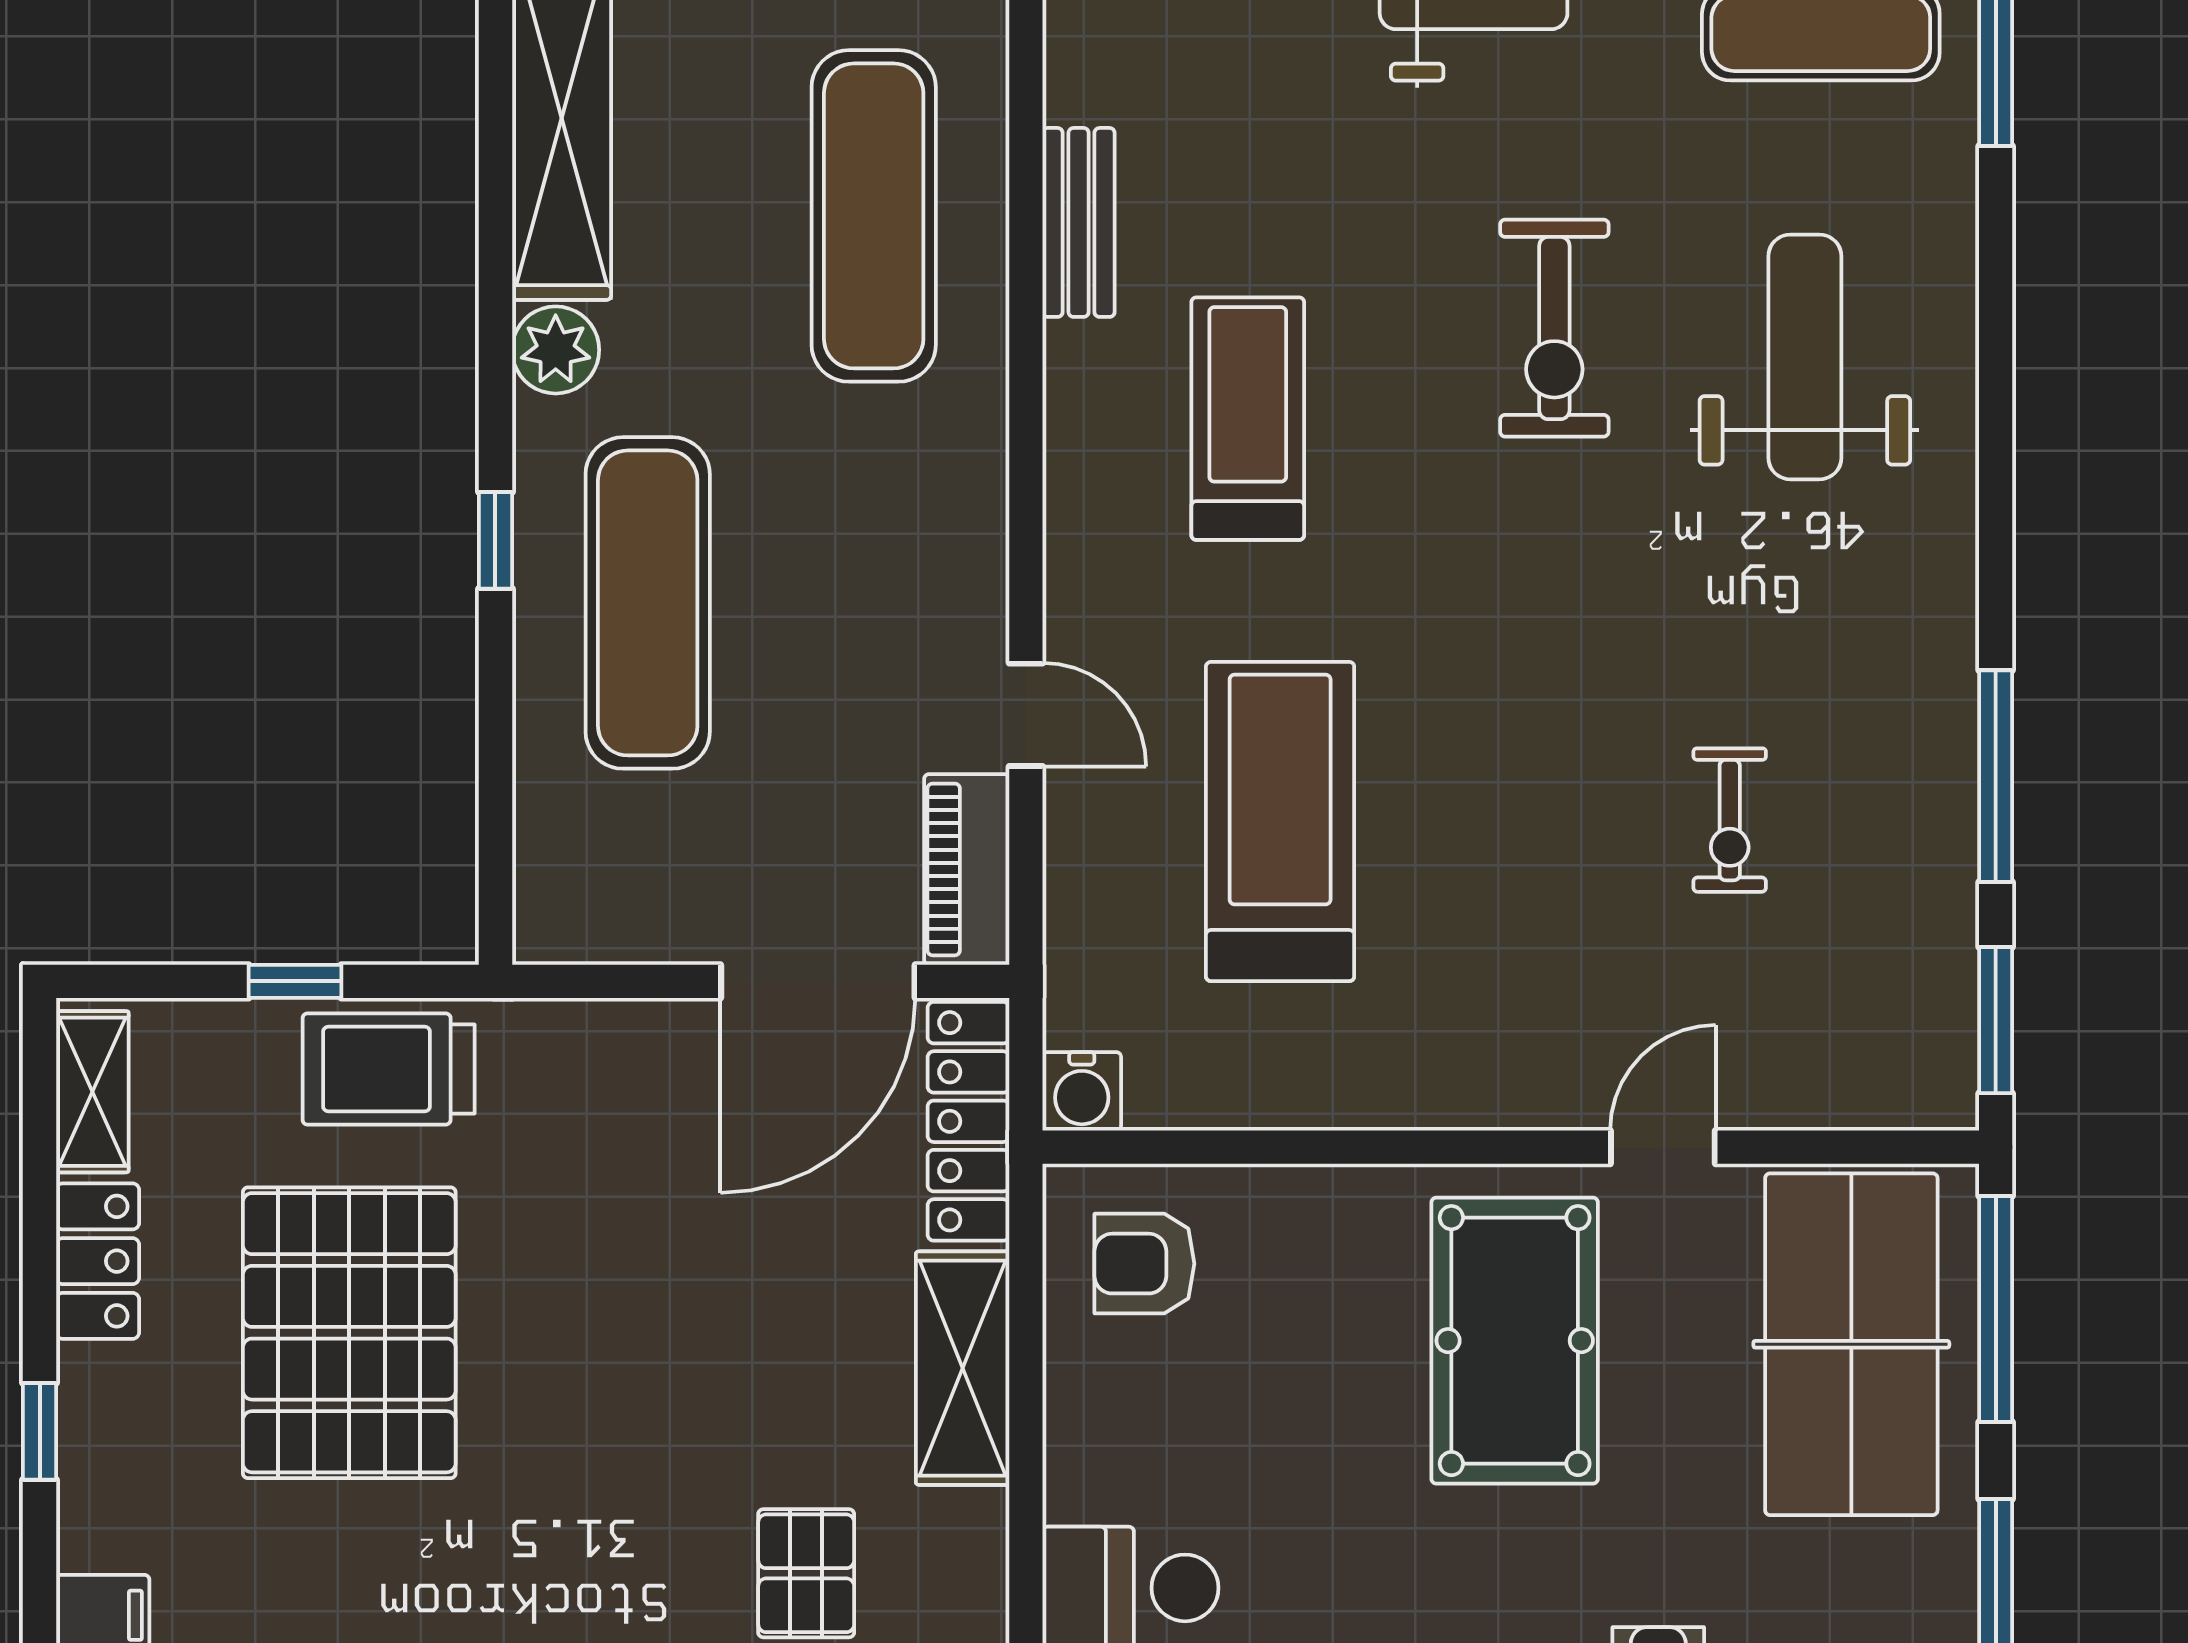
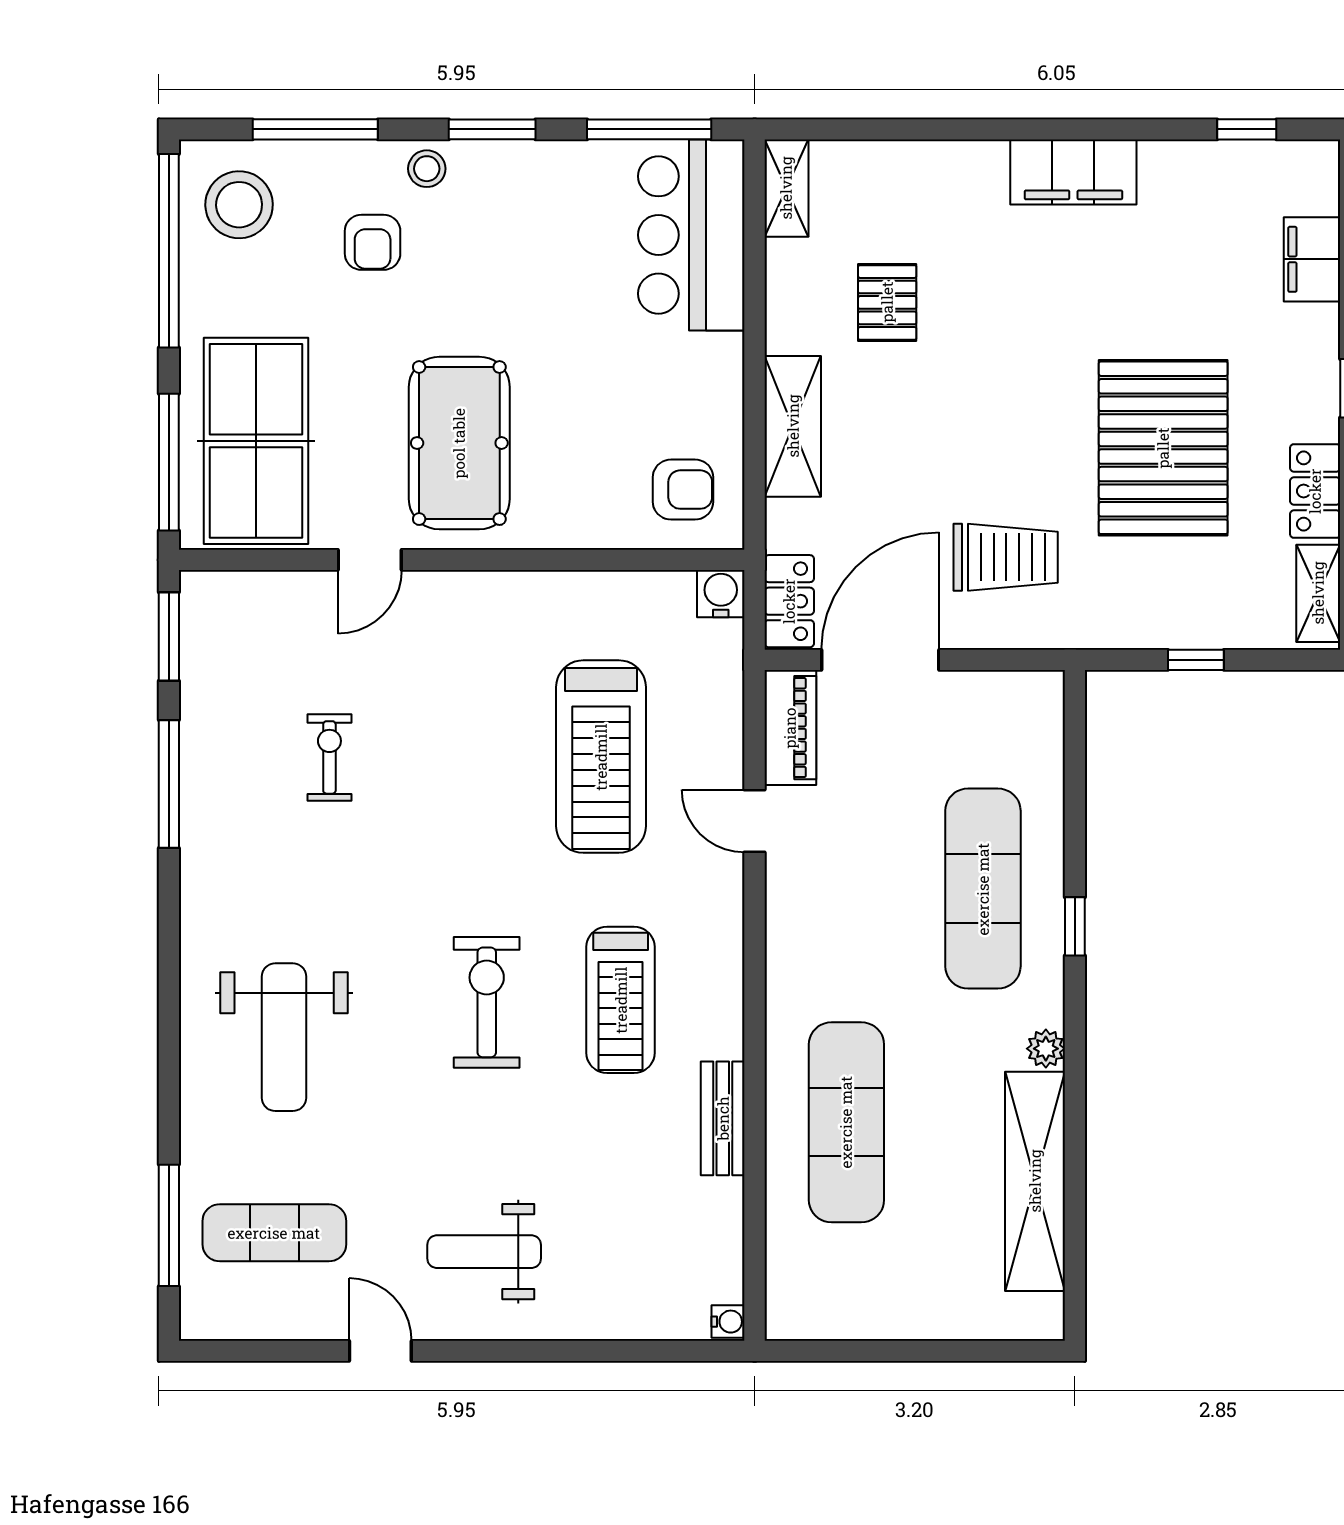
exercise bike: (1554, 328) -> (487, 1002), moved
plant: (556, 350) -> (1046, 1049), width x0.73, depth x0.73
trolley: (389, 1069) -> (1006, 557), moved
locker: (969, 1121) -> (789, 601), width x0.66

